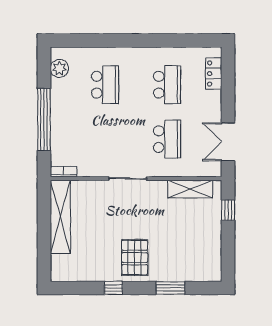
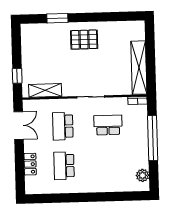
locker: (214, 73) -> (30, 164), moved
school desk: (105, 85) -> (108, 125), moved, turned 90
pallet: (135, 258) -> (84, 40), turned 90
window: (113, 288) -> (99, 17), removed

